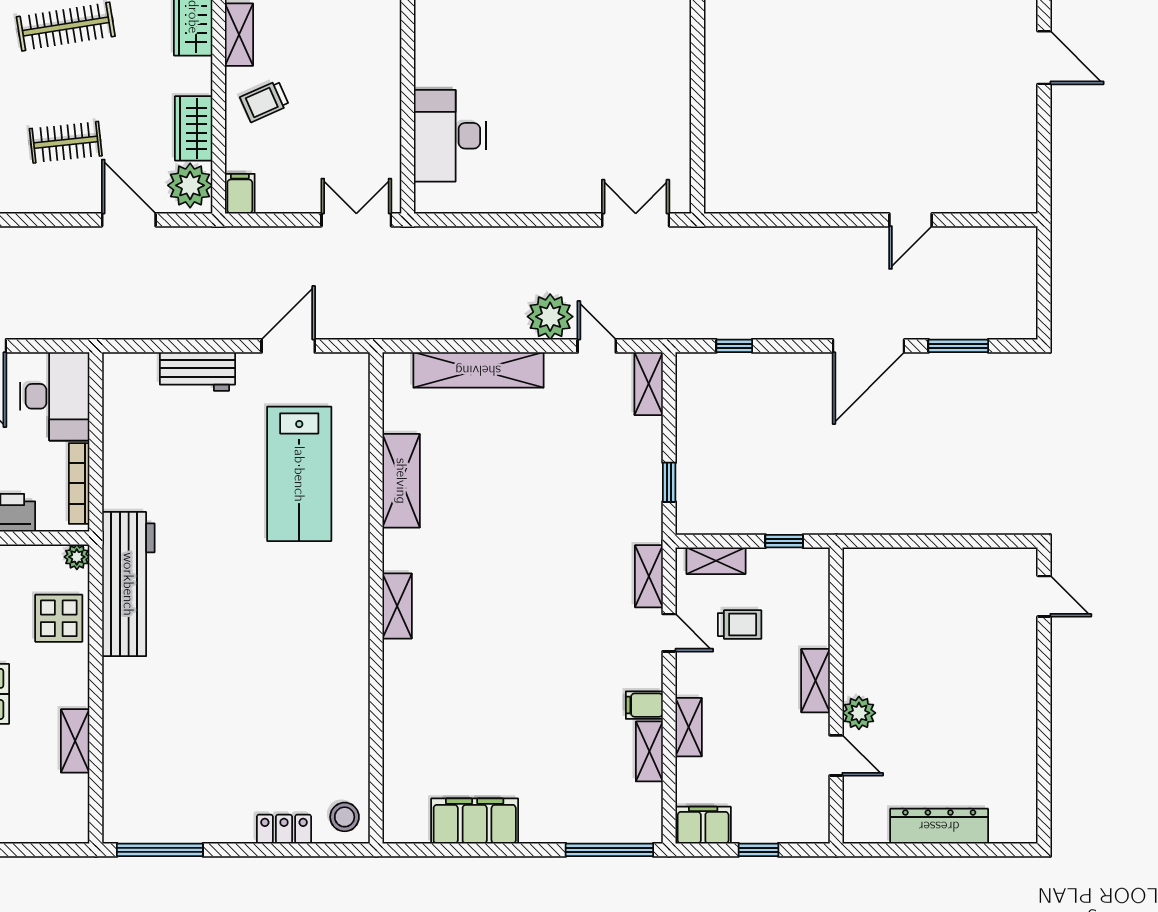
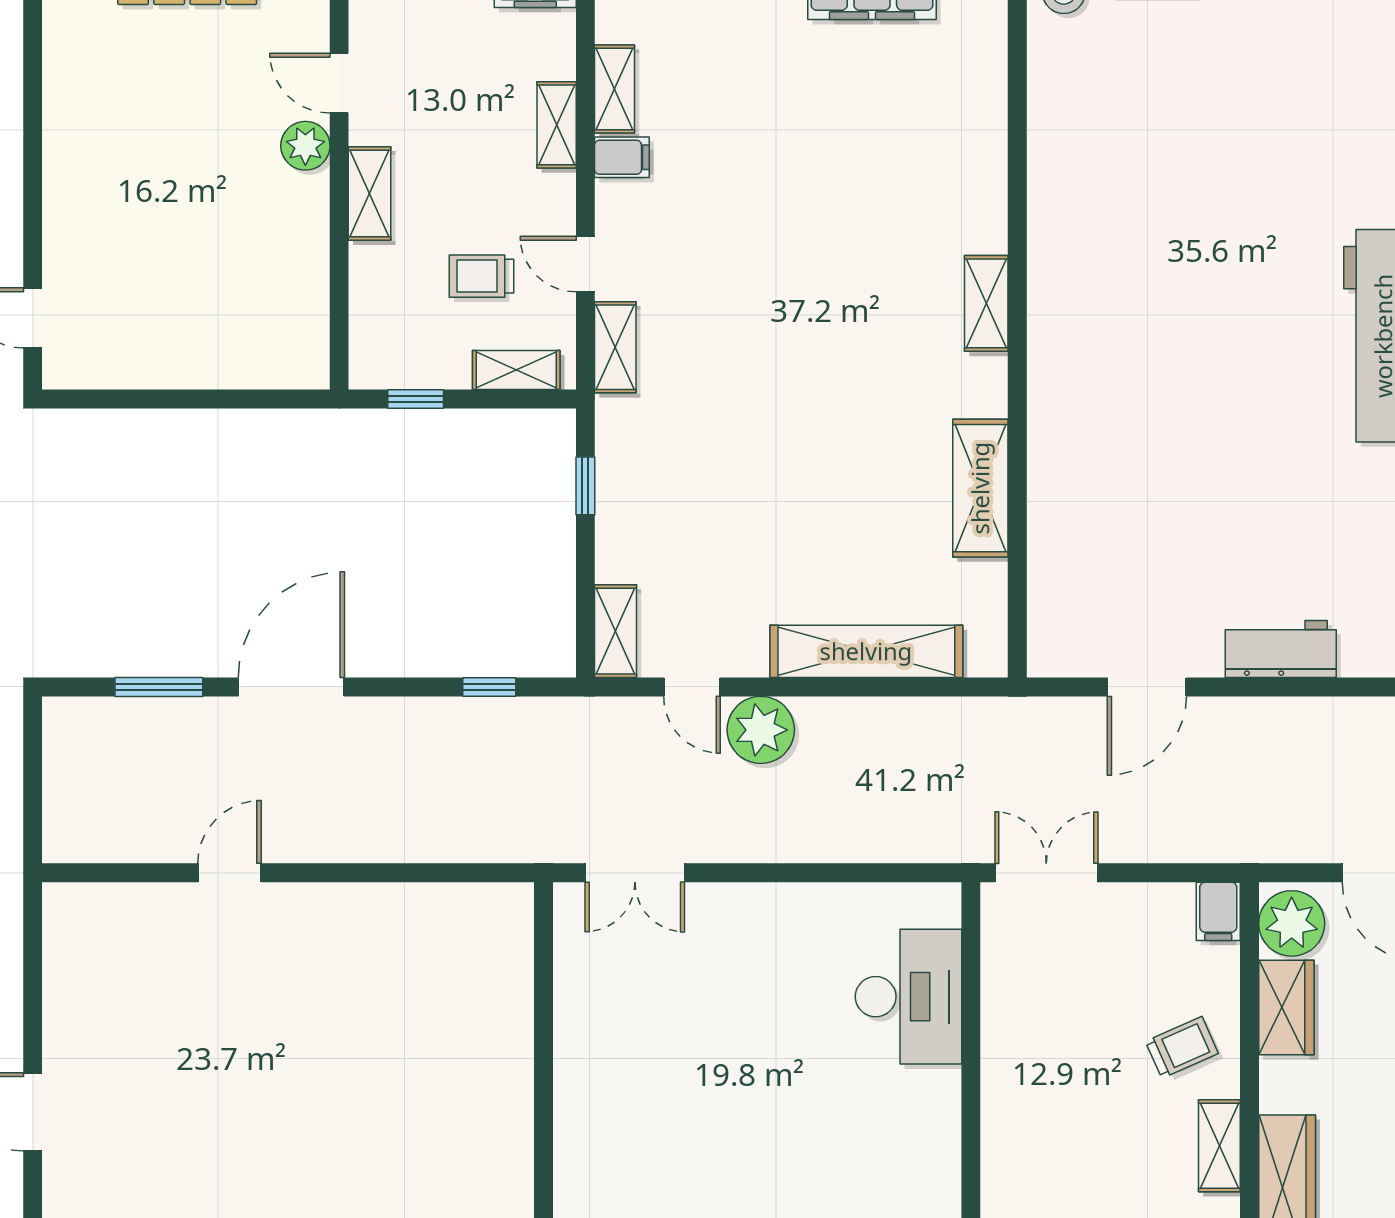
double door: (356, 220) -> (1046, 873), swing flipped
lab bench: (299, 474) -> (1131, 498), removed

